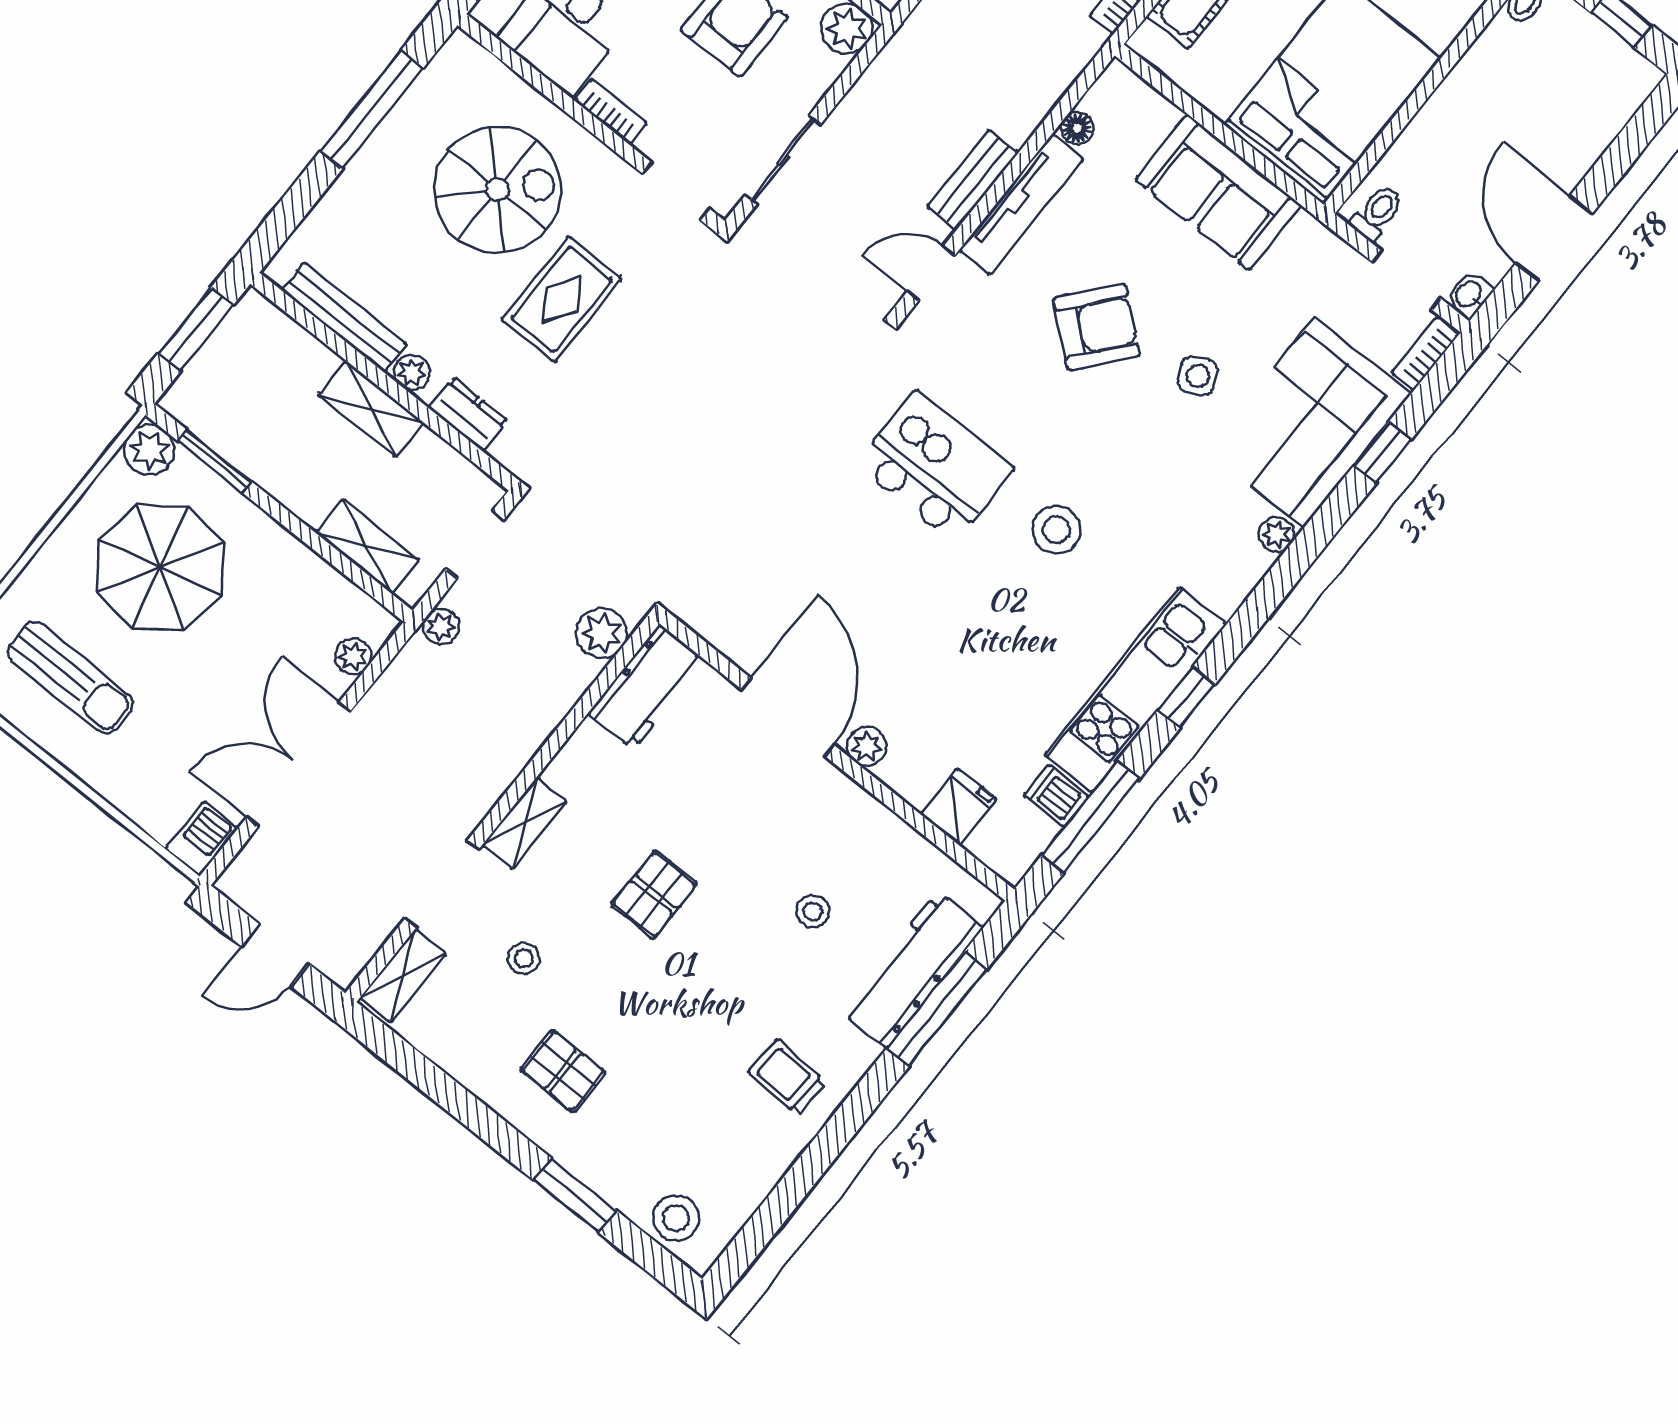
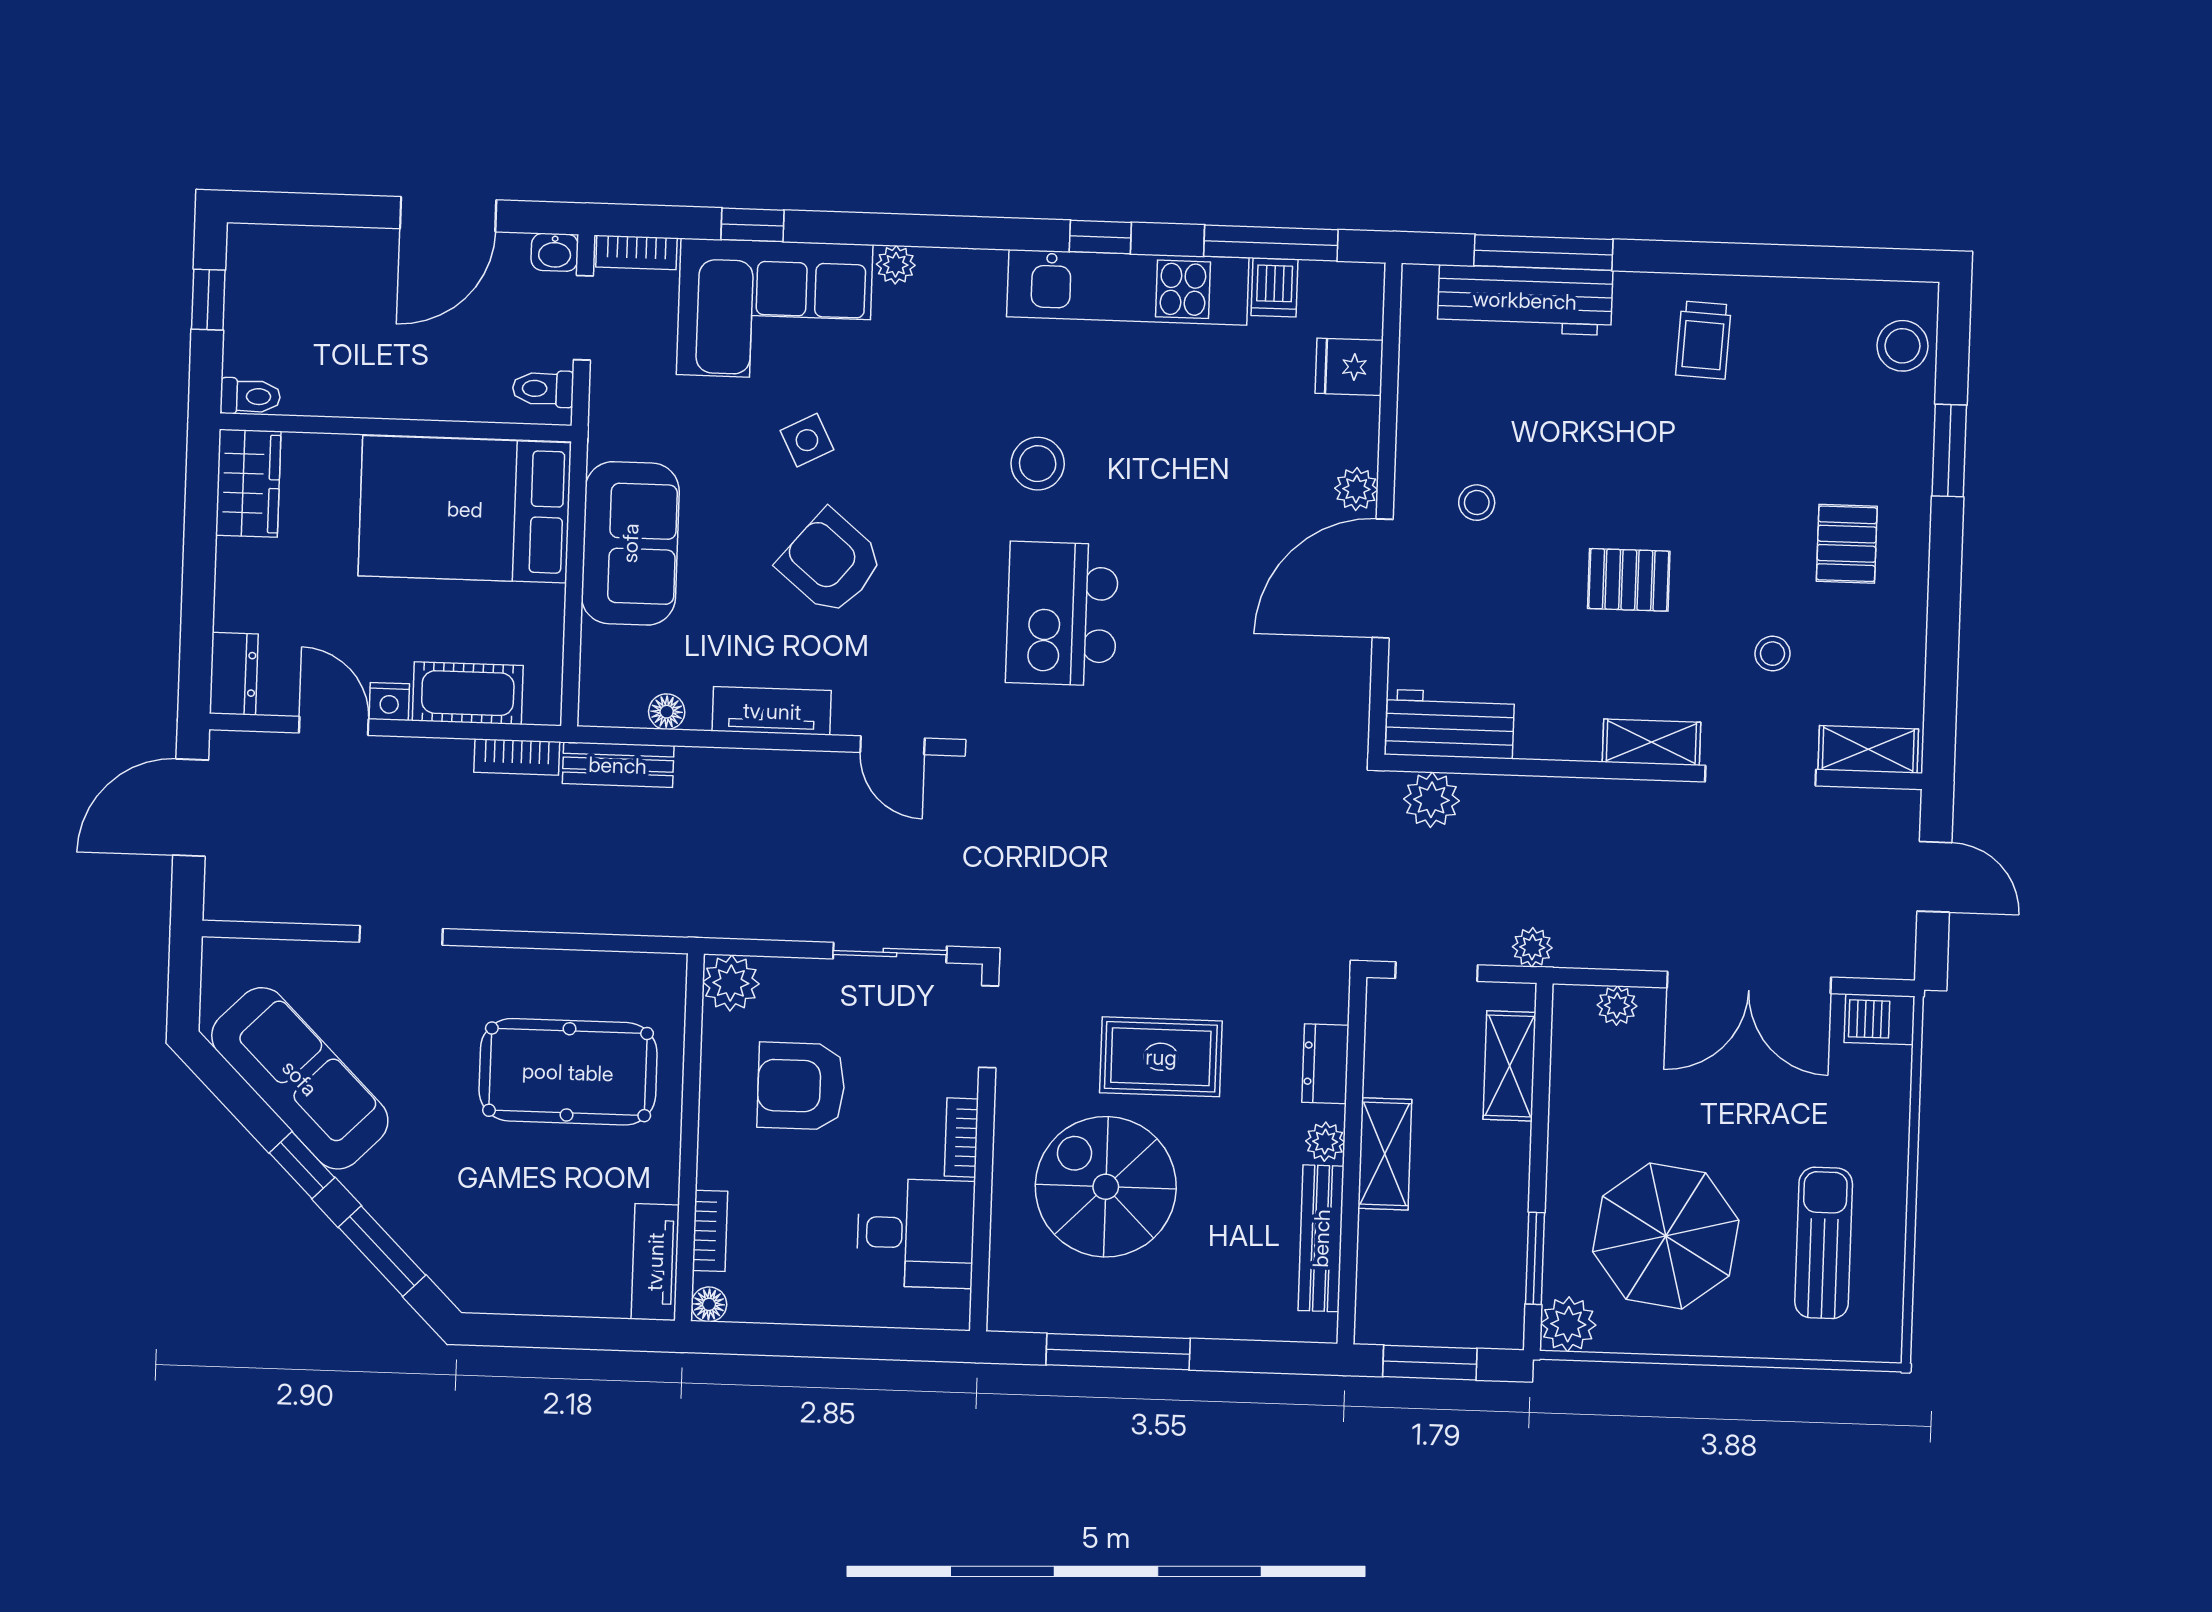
bench: (973, 180) -> (618, 765), moved
tv unit: (1021, 205) -> (772, 711), width x0.71
stool: (813, 911) -> (1477, 503), moved

